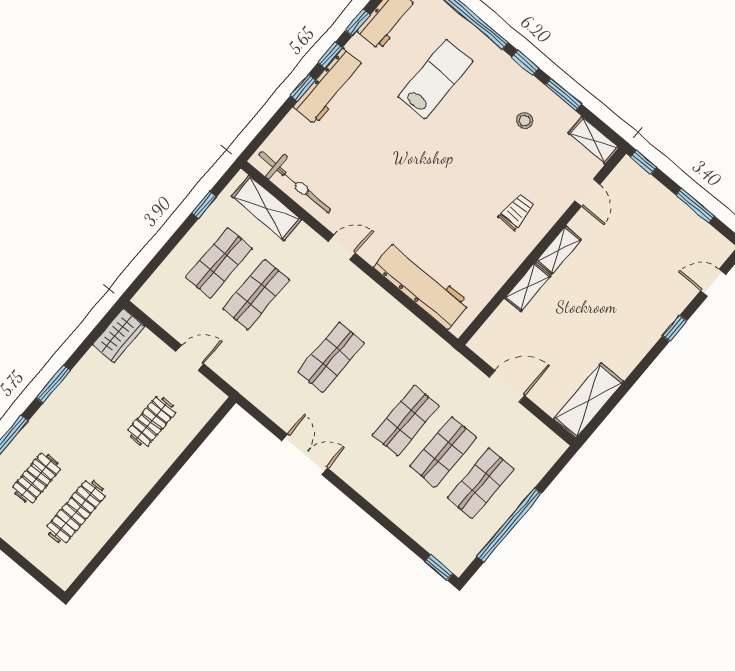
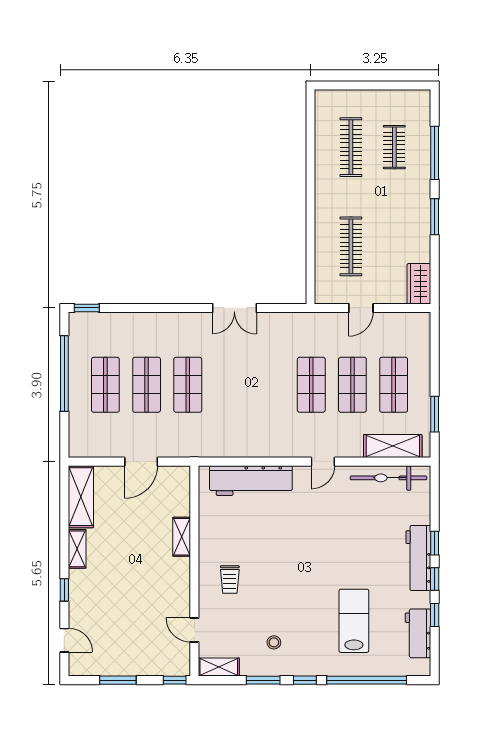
lab bench: (435, 79) -> (354, 621), turned 180
window: (204, 205) -> (435, 414), width x1.50
shelving: (559, 250) -> (77, 549), moved
door: (713, 283) -> (64, 640), hinge flipped
shop shelf: (331, 357) -> (311, 385), moved
clothes rail: (152, 421) -> (351, 246), width x1.36

